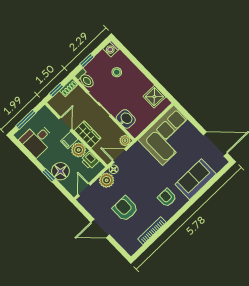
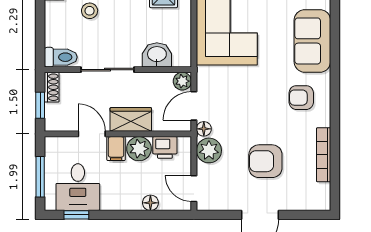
window: (87, 60) -> (40, 33), removed
floor lamp: (60, 171) -> (150, 203), width x0.53, depth x0.53
window: (49, 175) -> (76, 215), moved

